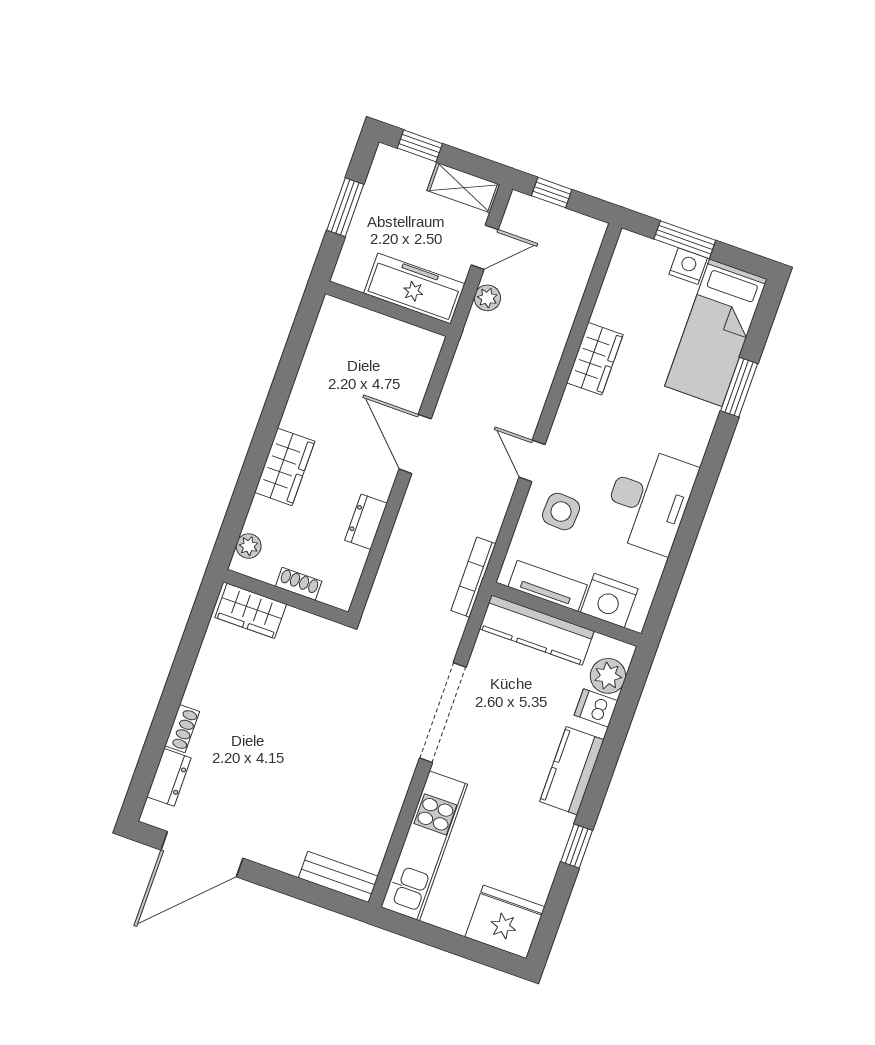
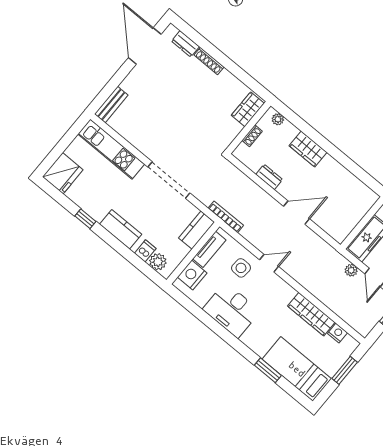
nightstand: (688, 266) -> (338, 333), moved, turned -90
wardrobe: (595, 359) -> (311, 314), width x1.50
kitchen counter: (537, 630) -> (197, 230), width x0.67
shoe rack: (182, 729) -> (209, 61), width x1.43

